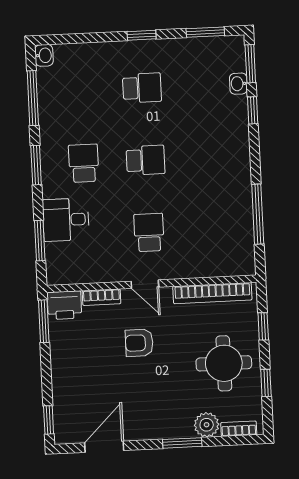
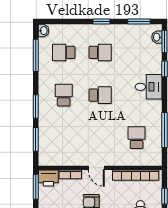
washbasin: (238, 84) -> (157, 37), moved
school desk: (80, 91) -> (64, 52), added
window: (36, 165) -> (36, 106), moved
desk: (66, 220) -> (149, 87), moved, turned 180
school desk: (149, 232) -> (137, 138), moved

